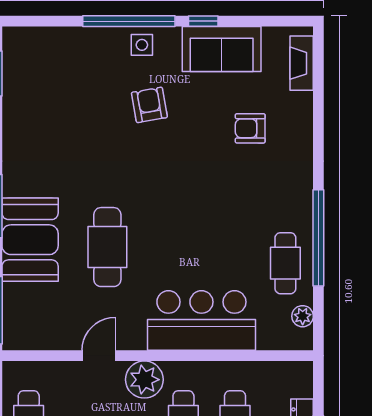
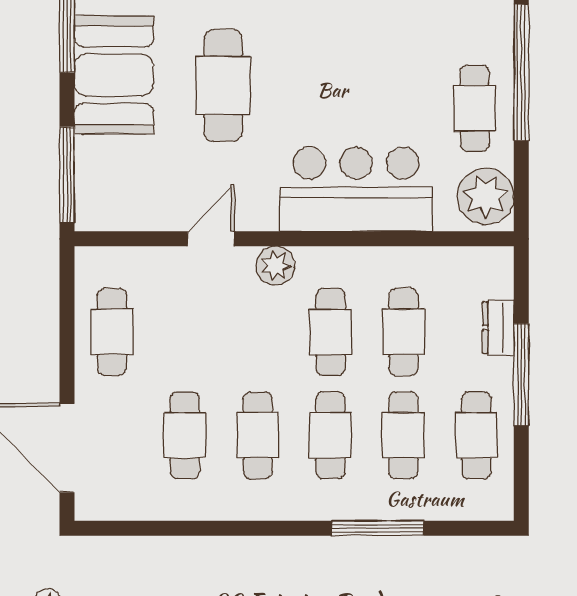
plant: (303, 316) -> (486, 196), width x1.87, depth x1.87
plant: (144, 380) -> (275, 266), width x0.73, depth x0.73

